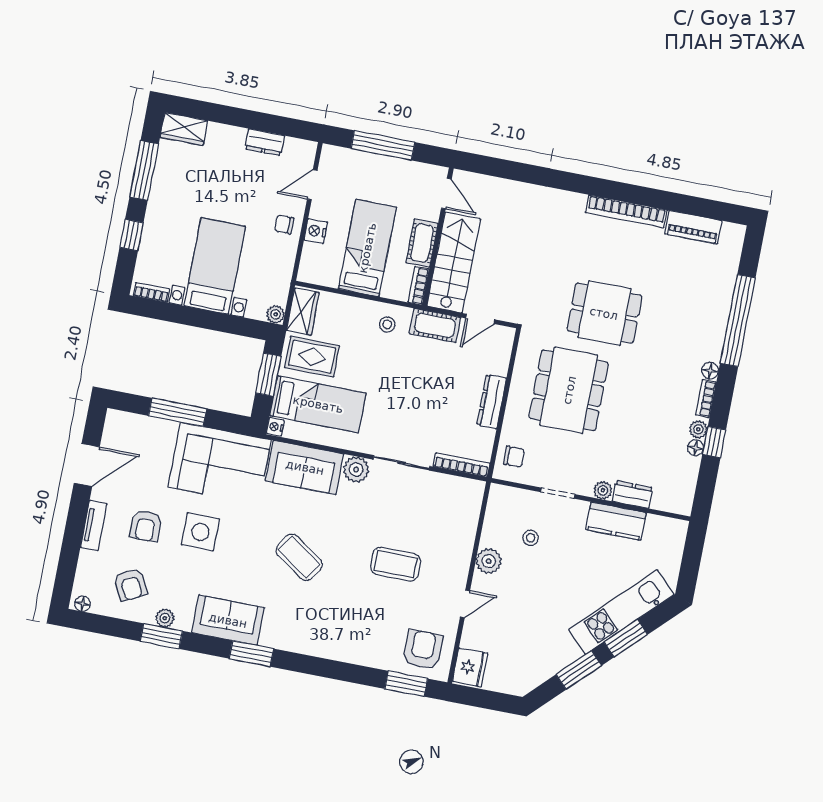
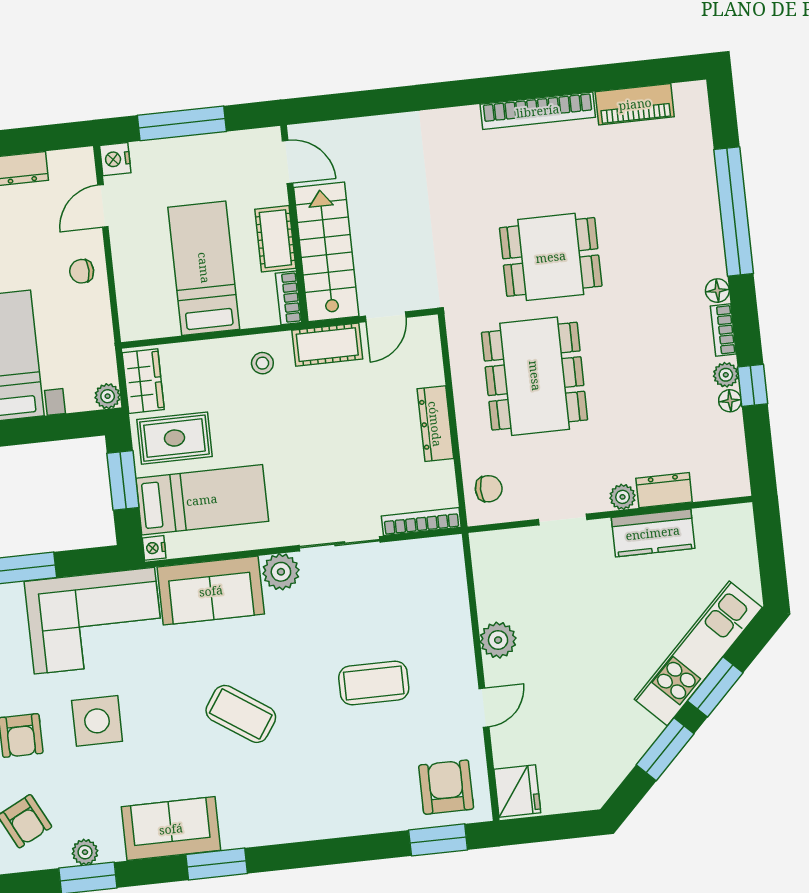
nightstand: (316, 231) -> (115, 159), moved
stool: (531, 538) -> (545, 591), removed

